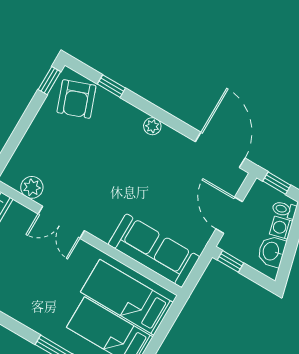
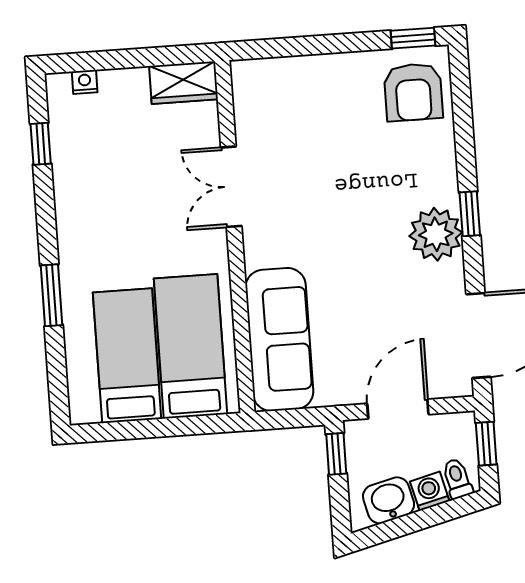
window: (111, 86) -> (470, 214), moved
armchair: (76, 99) -> (413, 92), turned -70
plant: (152, 126) -> (436, 234), width x1.87, depth x1.87
plant: (32, 187) -> (251, 114), removed

